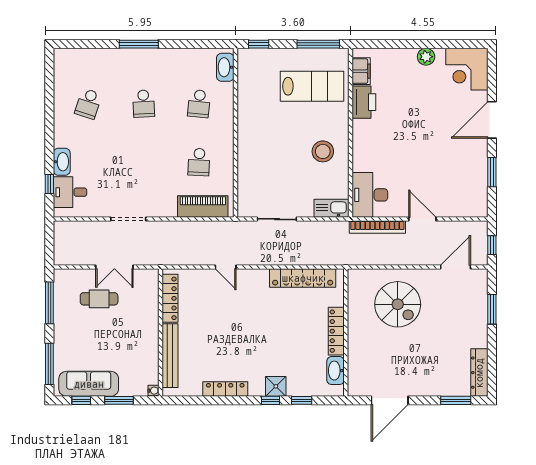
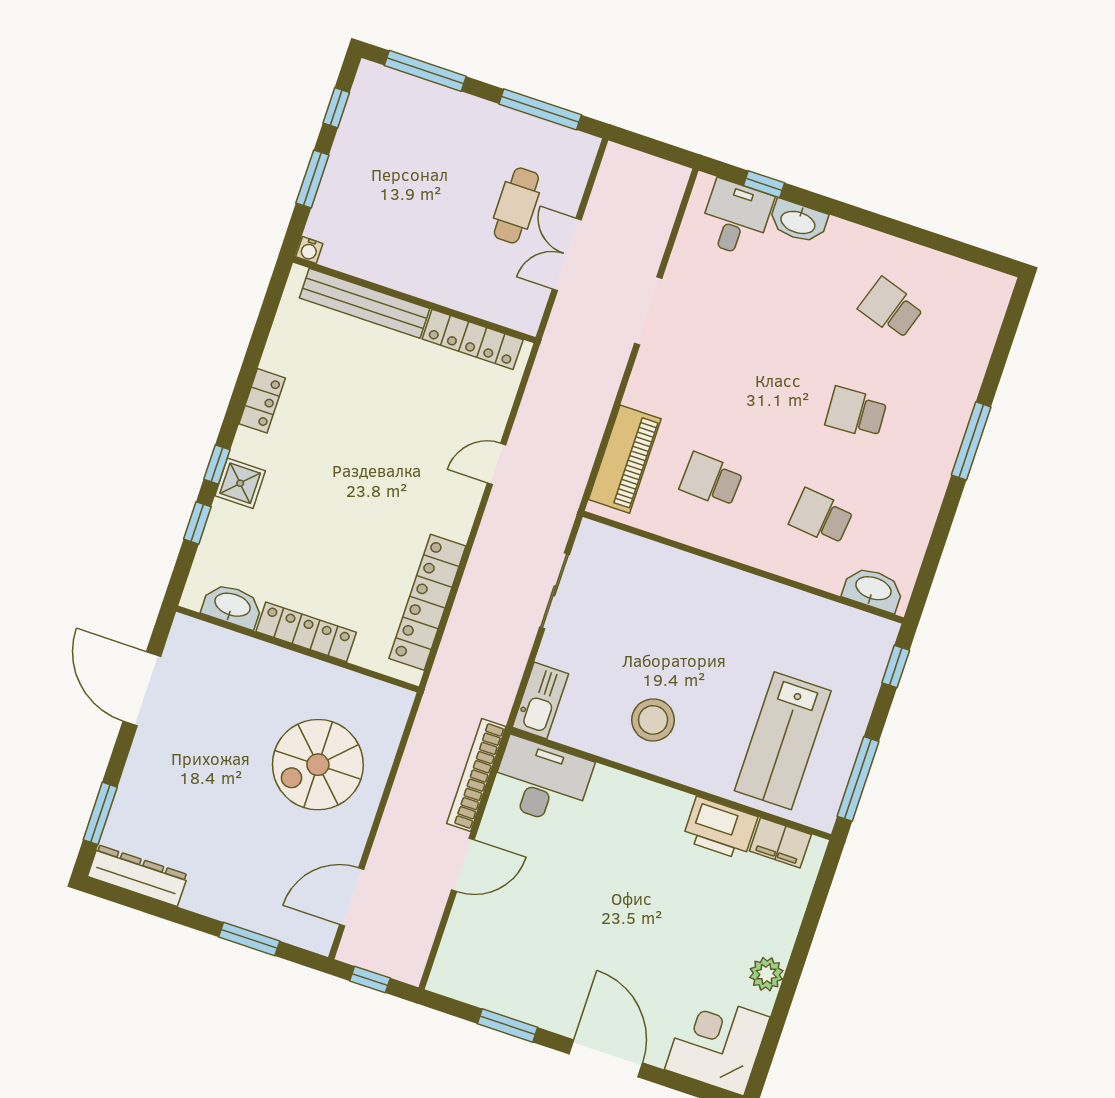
door: (456, 267) -> (352, 897), swing flipped
sofa: (89, 384) -> (363, 132), removed
locker: (225, 389) -> (262, 401), width x0.66

